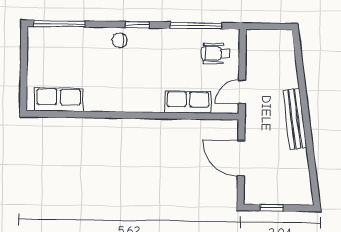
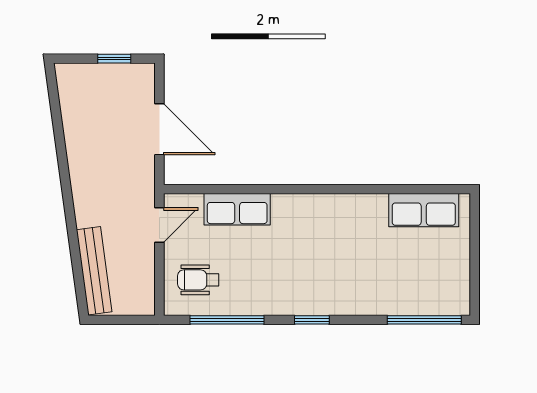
chair: (119, 40) -> (337, 297), removed
wheelchair: (216, 54) -> (198, 280), turned 180
bench: (295, 119) -> (94, 271), moved

